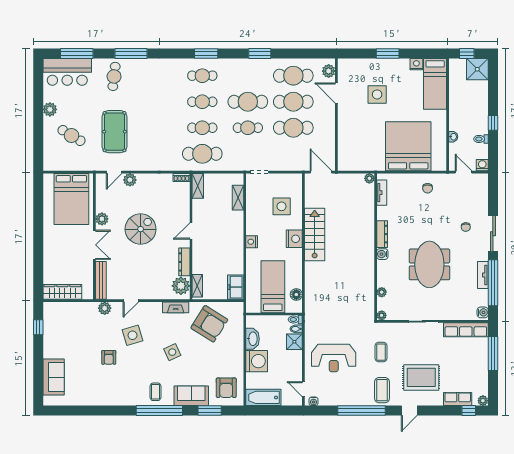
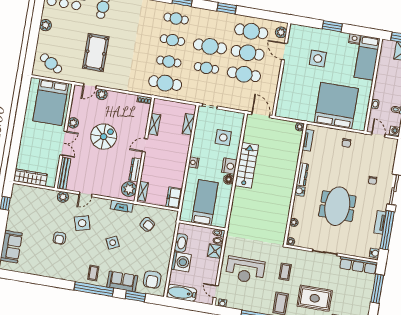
cafe table: (72, 135) -> (51, 63), moved
shelving: (198, 186) -> (154, 124), moved
floor lamp: (296, 295) -> (229, 179), moved
armchair: (209, 324) -> (147, 224), width x0.53, depth x0.53

